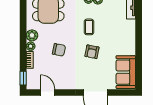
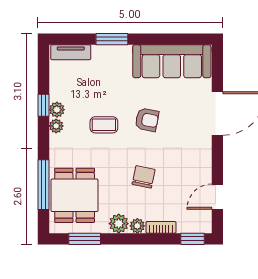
window: (23, 16) -> (85, 239), added
window: (139, 32) -> (112, 39), added
sofa: (126, 72) -> (172, 61), width x1.36

